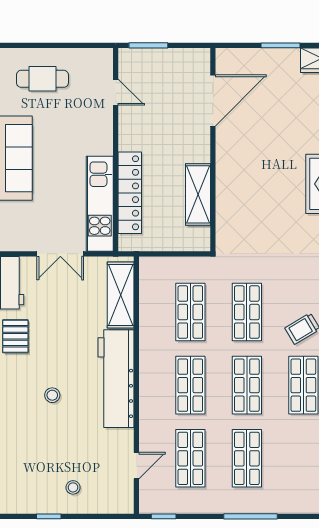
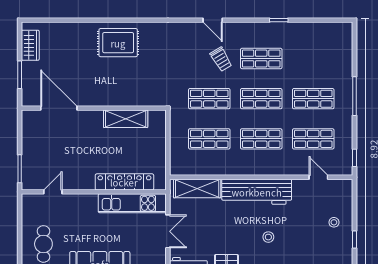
door: (213, 100) -> (59, 108), moved
wall: (213, 150) -> (94, 108), moved
shelving: (198, 194) -> (126, 119), moved

